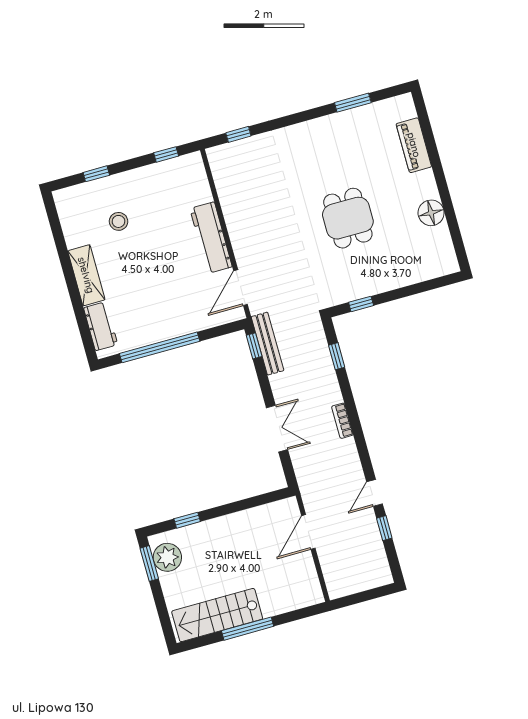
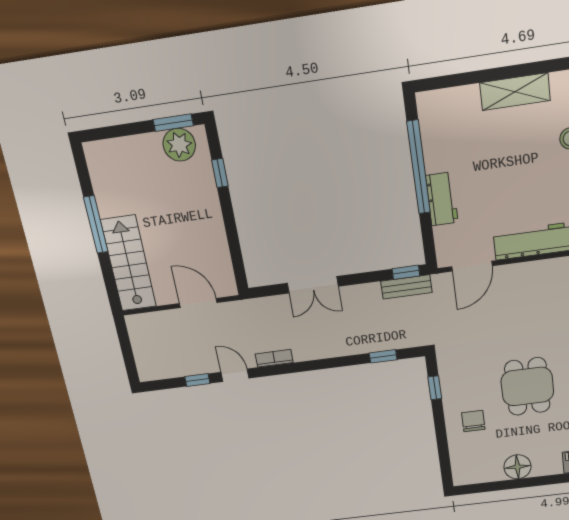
dining table: (348, 218) -> (527, 386), turned 90
chair: (390, 263) -> (473, 421), added
door: (241, 288) -> (472, 266), swing flipped
workbench: (101, 326) -> (442, 199), moved, turned -90
bench: (267, 344) -> (406, 287), width x0.73
bookcase: (342, 421) -> (274, 358), moved
stairs: (217, 615) -> (129, 263), moved

